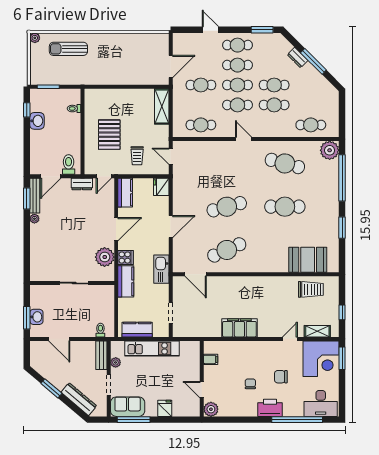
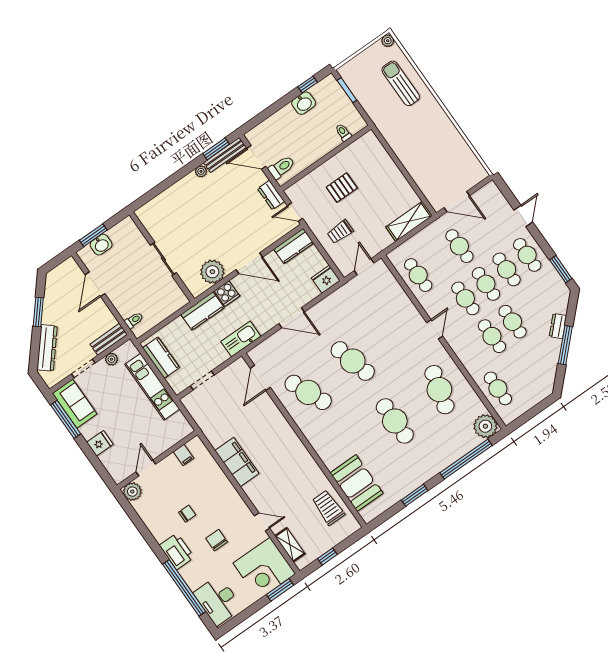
pallet: (109, 135) -> (342, 188), width x0.67, depth x0.71
trolley: (311, 289) -> (328, 508), turned 180

